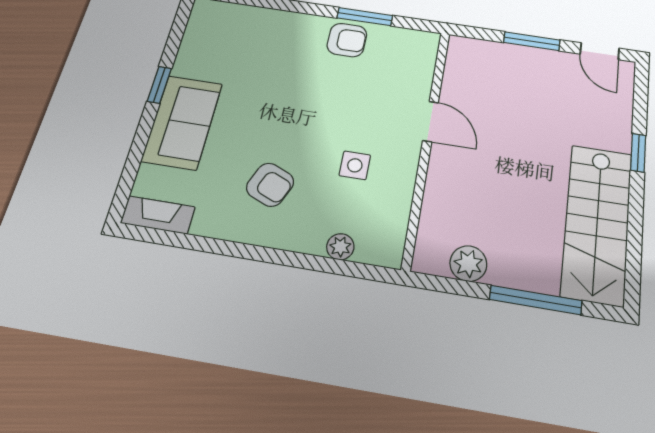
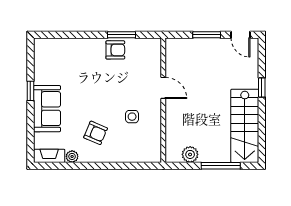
plant: (340, 247) -> (72, 156), moved

